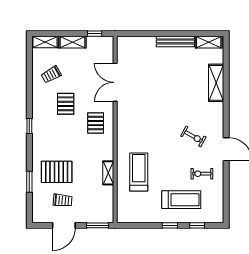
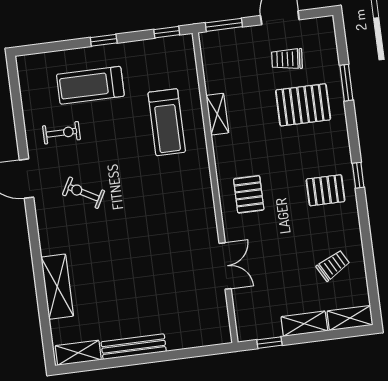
double door: (115, 82) -> (225, 266), width x0.73
pallet: (66, 104) -> (326, 190), moved, turned 90
window: (197, 225) -> (167, 32), moved

